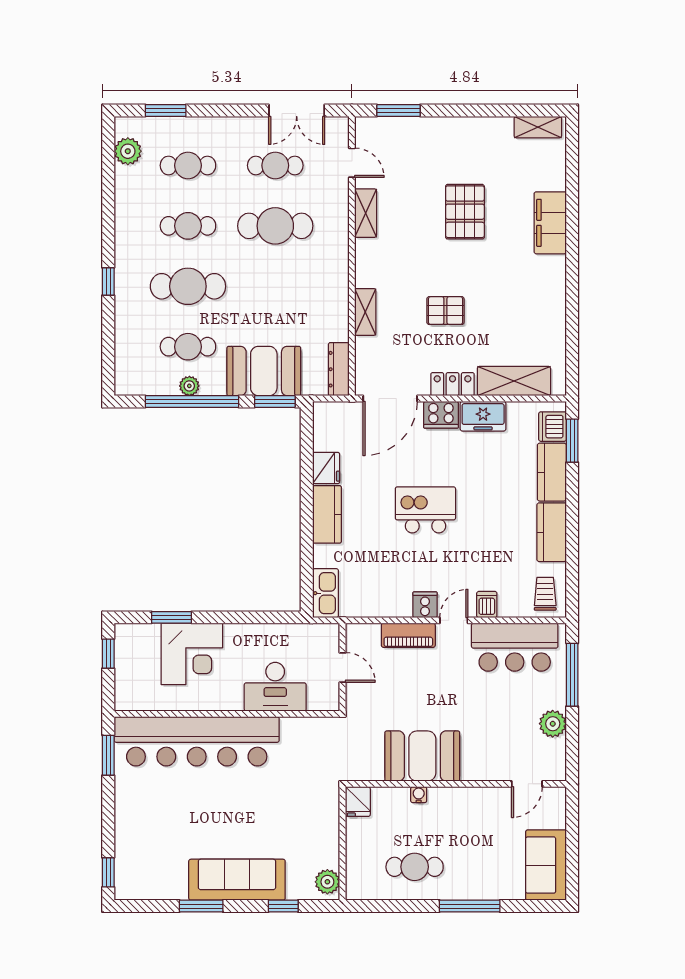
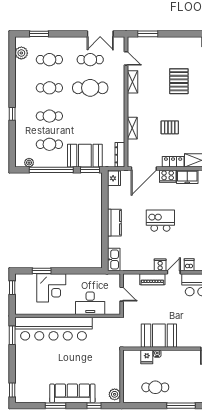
cafe table: (188, 286) -> (49, 116), width x0.73, depth x0.74
plant: (189, 386) -> (29, 163), moved
fridge: (326, 468) -> (114, 178), moved
fridge: (358, 802) -> (147, 357), moved

